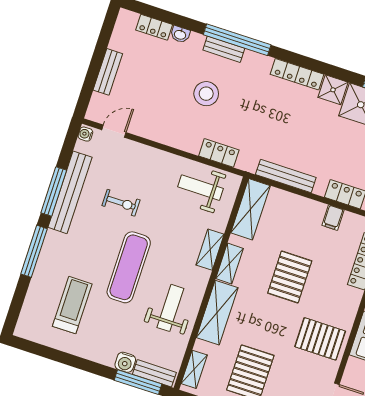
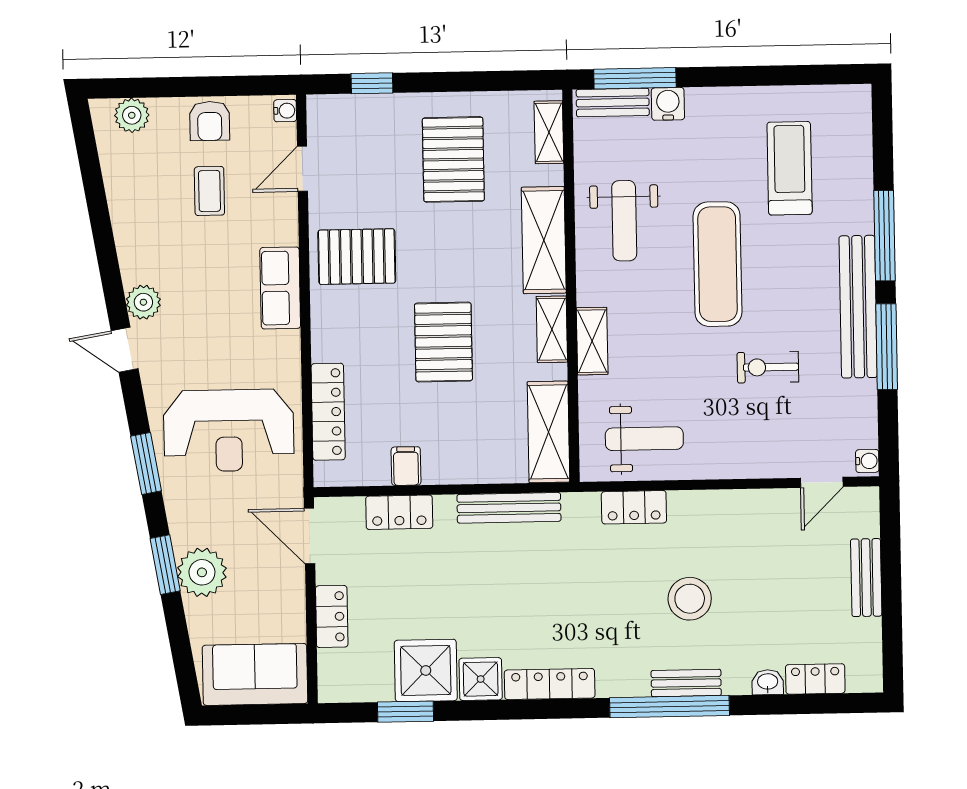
bench: (70, 192) -> (858, 307), moved
treadmill: (72, 305) -> (790, 168), turned 180

